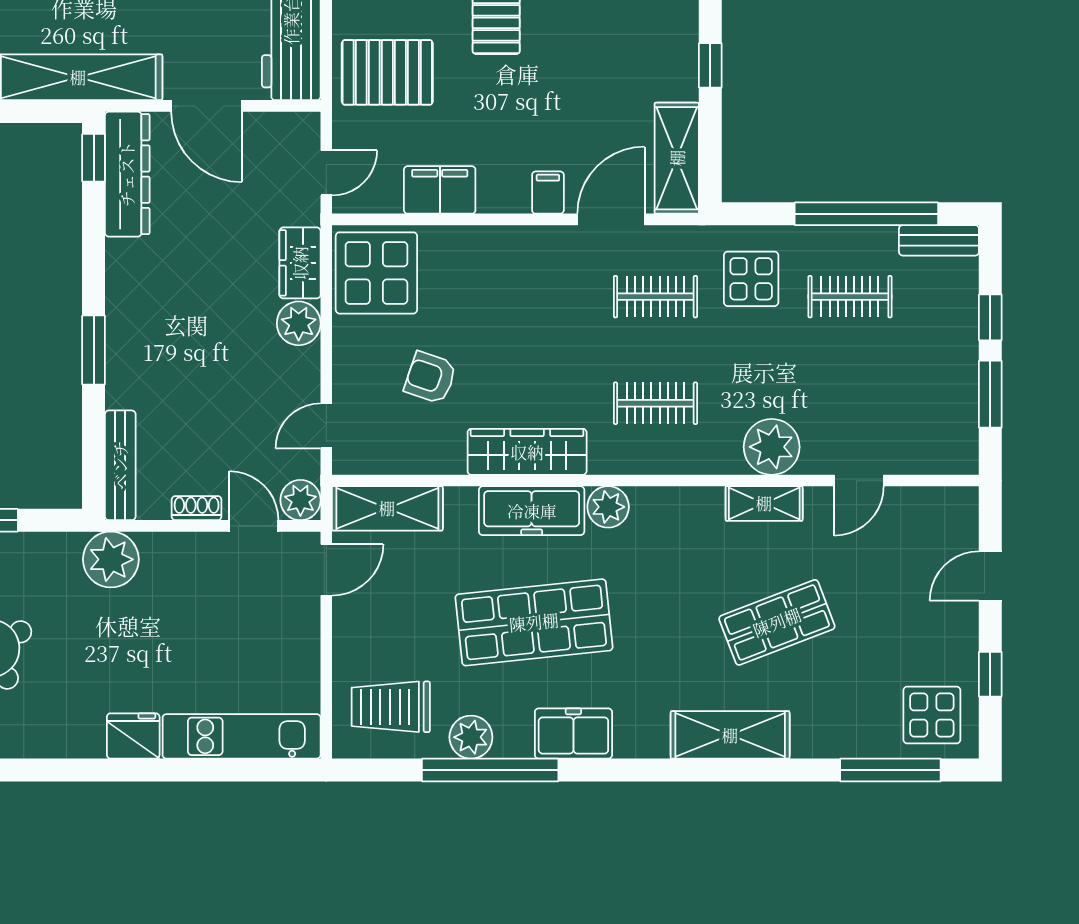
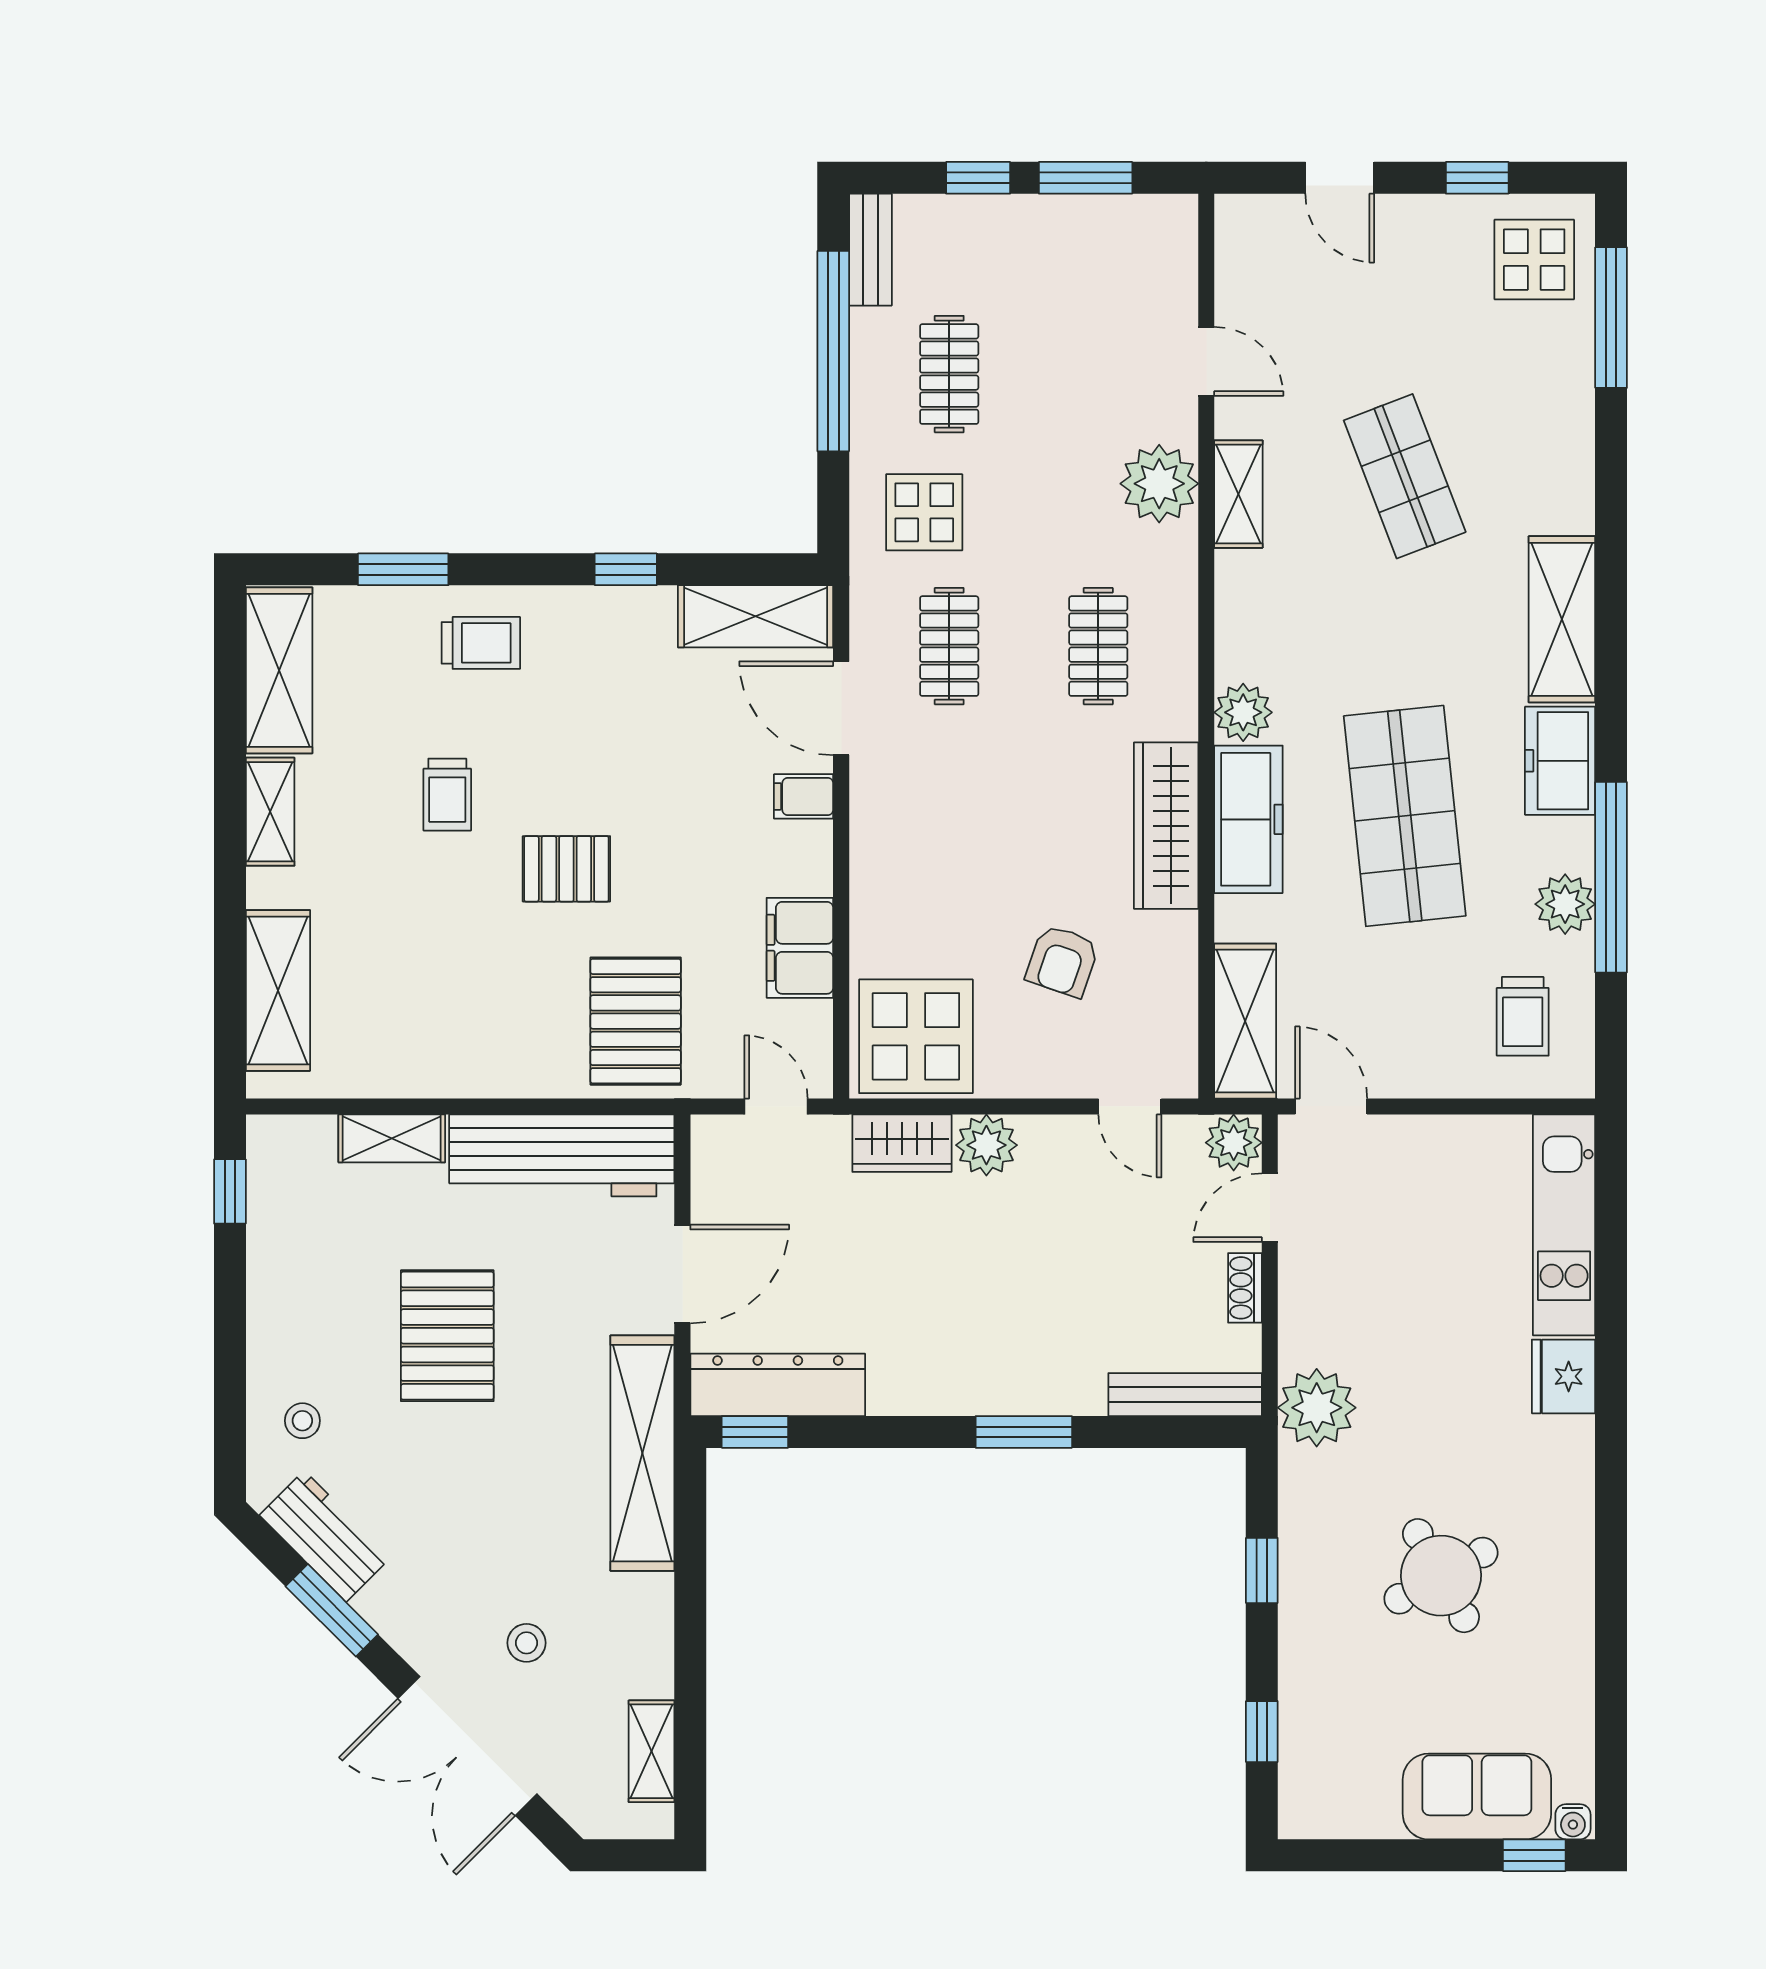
trolley: (391, 707) -> (1523, 1016), width x0.73, depth x0.72
shelving: (730, 735) -> (1562, 619), moved

